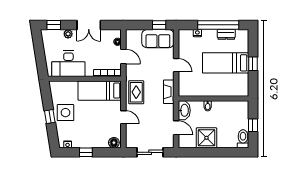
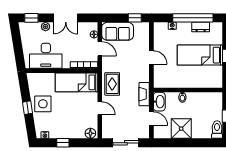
sofa: (158, 39) -> (118, 31), moved
fireplace: (169, 92) -> (144, 94), moved

